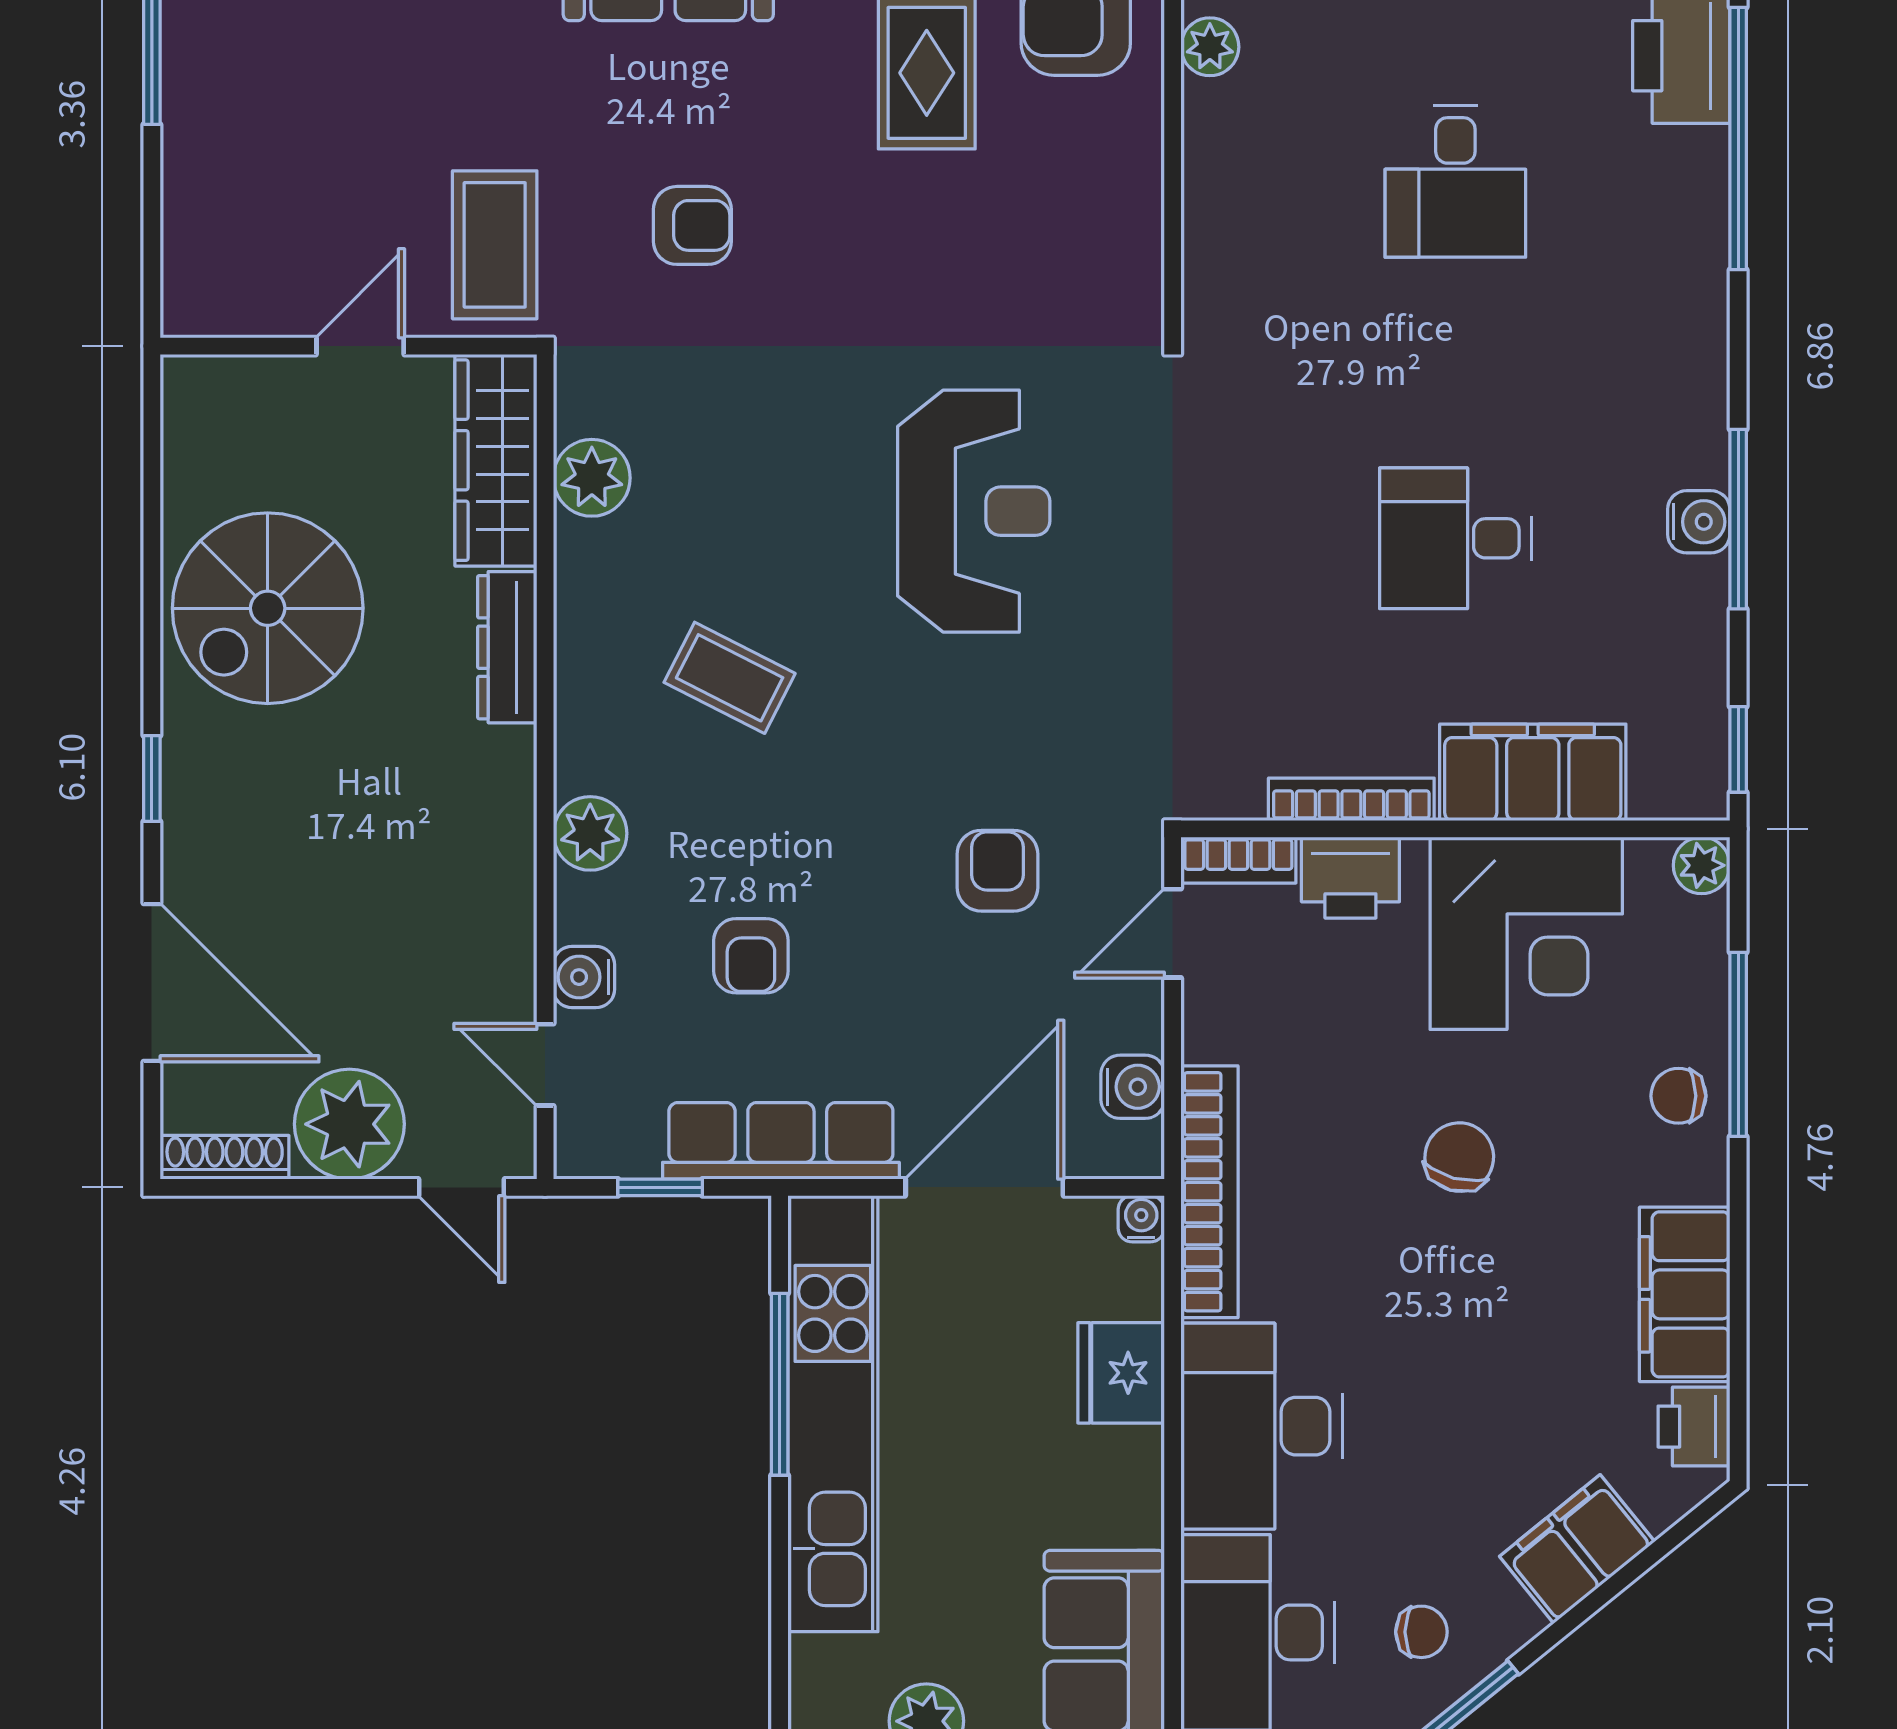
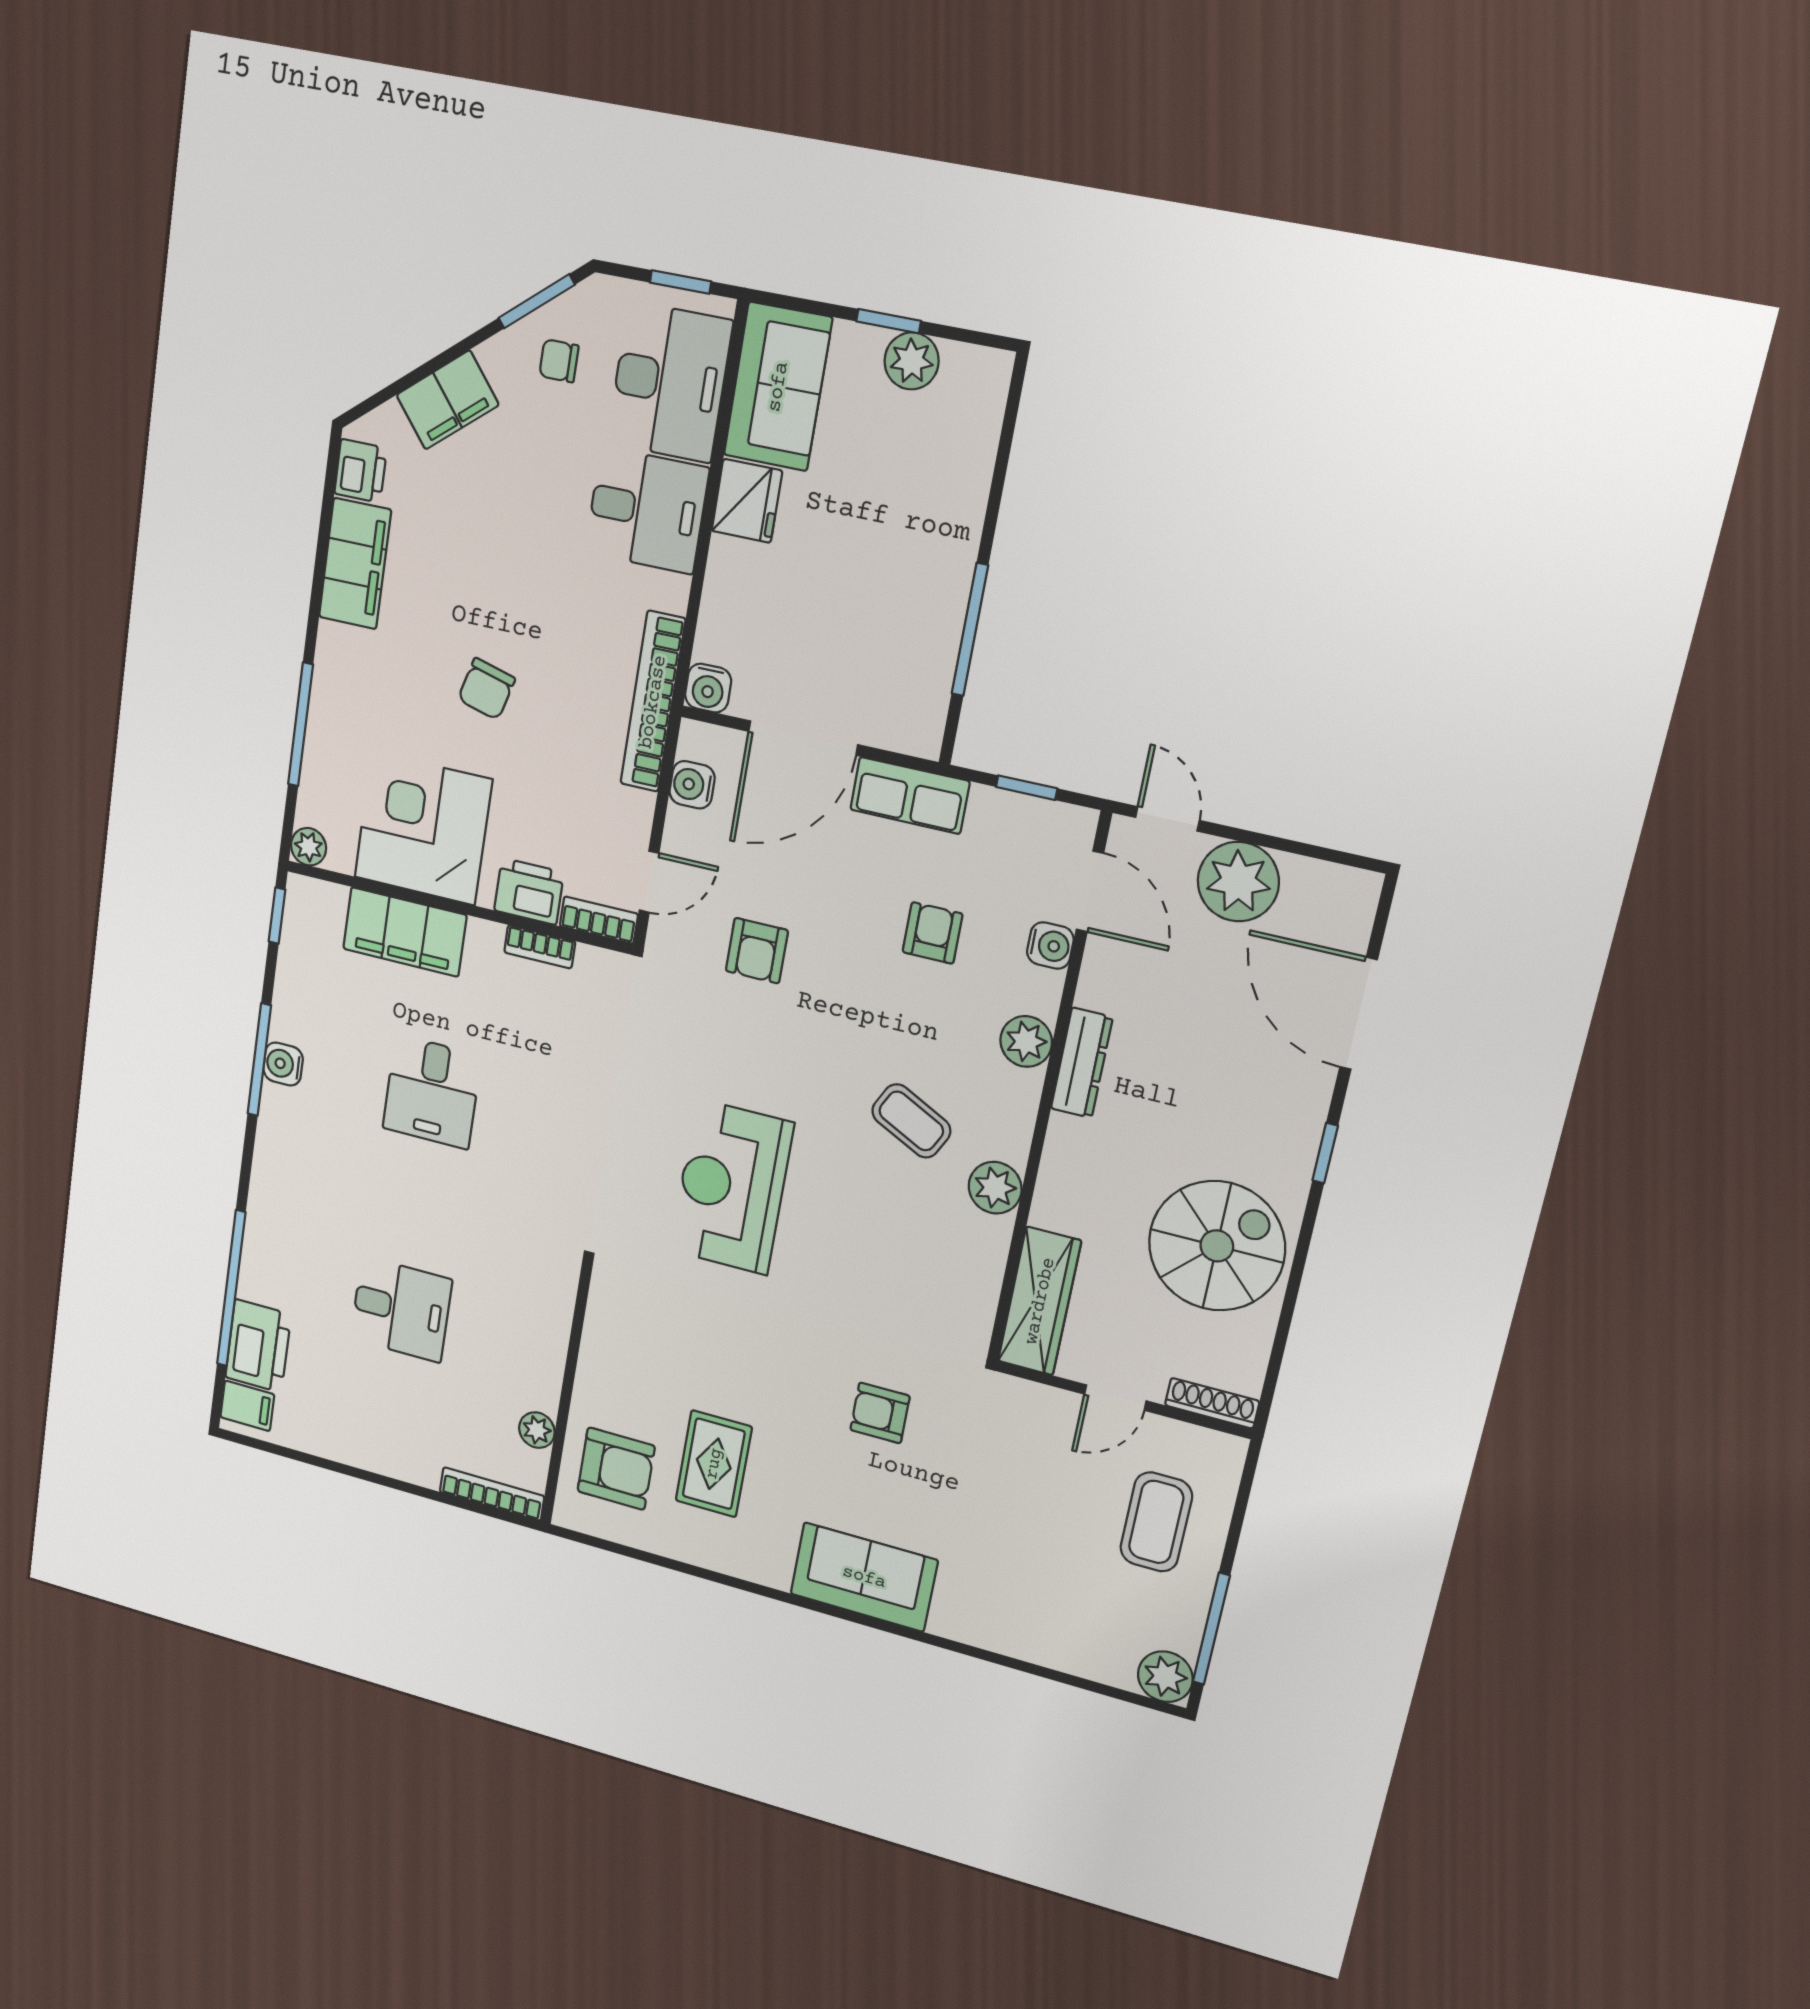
desk: (1455, 181) -> (401, 1309), turned 90
coffee table: (495, 245) -> (1156, 1522), moved
plant: (592, 478) -> (995, 1188), moved
desk: (1455, 538) -> (432, 1092), turned 90
dresser: (507, 647) -> (1082, 1063), moved
bookcase: (1351, 799) -> (540, 947), width x0.64
door: (545, 1065) -> (1090, 891), width x1.38
chair: (1678, 1096) -> (342, 699), removed
row of seats: (781, 1141) -> (910, 795), width x0.68
shoe rack: (225, 1157) -> (1212, 1403), moved, turned 180
water cooler: (1141, 1219) -> (708, 688), width x1.38, depth x1.38
fridge: (1121, 1373) -> (747, 501), moved
kitchen unit: (833, 1414) -> (936, 601), removed
desk: (1262, 1426) -> (647, 510), width x0.73

